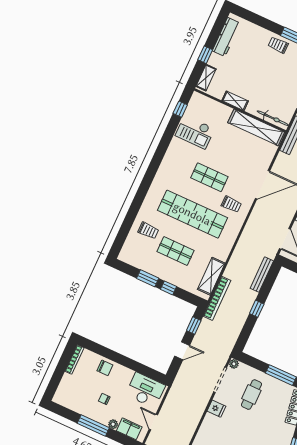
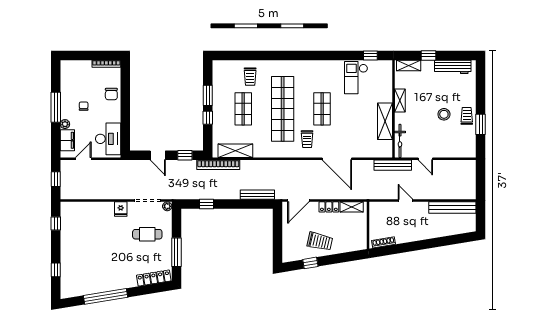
stool: (267, 66) -> (444, 114), added
shelving: (256, 127) -> (385, 121), width x0.68
window: (257, 309) -> (207, 204), moved

